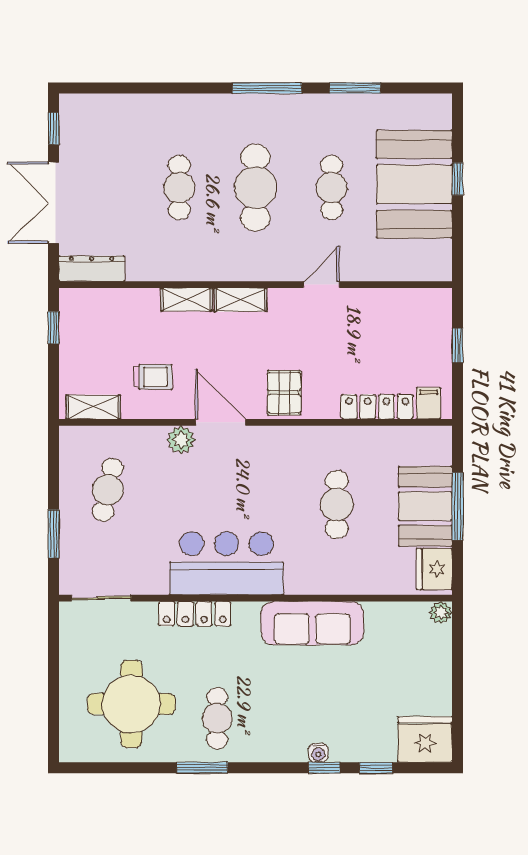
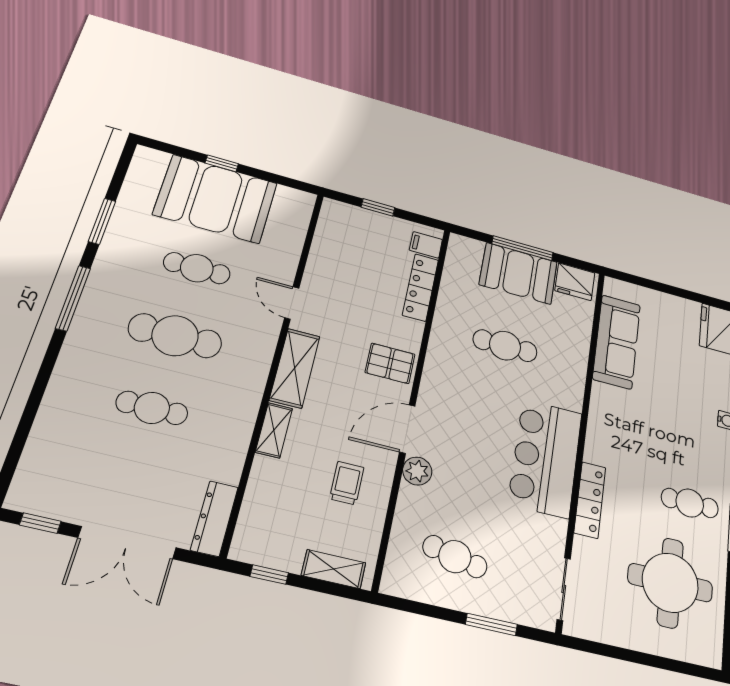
shelving: (241, 300) -> (295, 368), width x1.50, depth x1.33
shelving: (93, 407) -> (334, 569), moved, turned 90
plant: (441, 613) -> (613, 287), removed
sofa: (312, 623) -> (617, 342), moved

